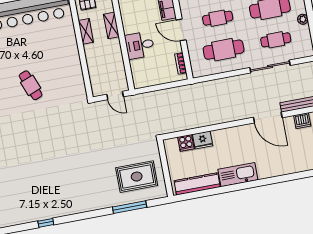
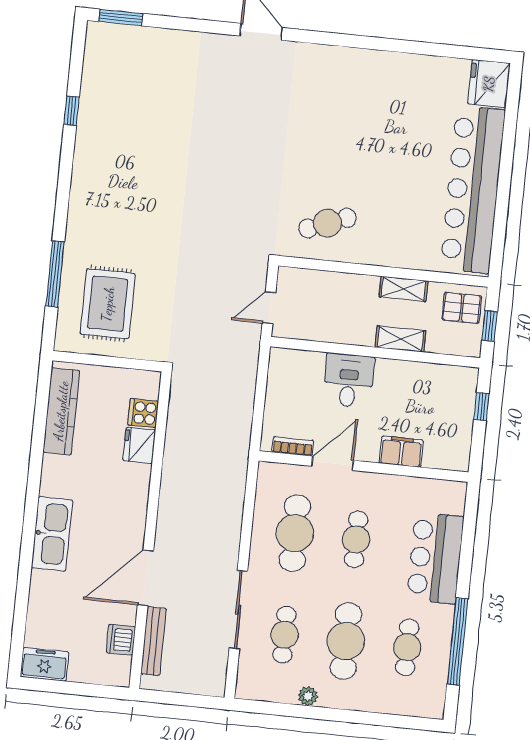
door: (181, 30) -> (333, 463), moved
cafe table: (31, 85) -> (327, 223), moved
kitchen sink: (238, 175) -> (52, 534), moved

